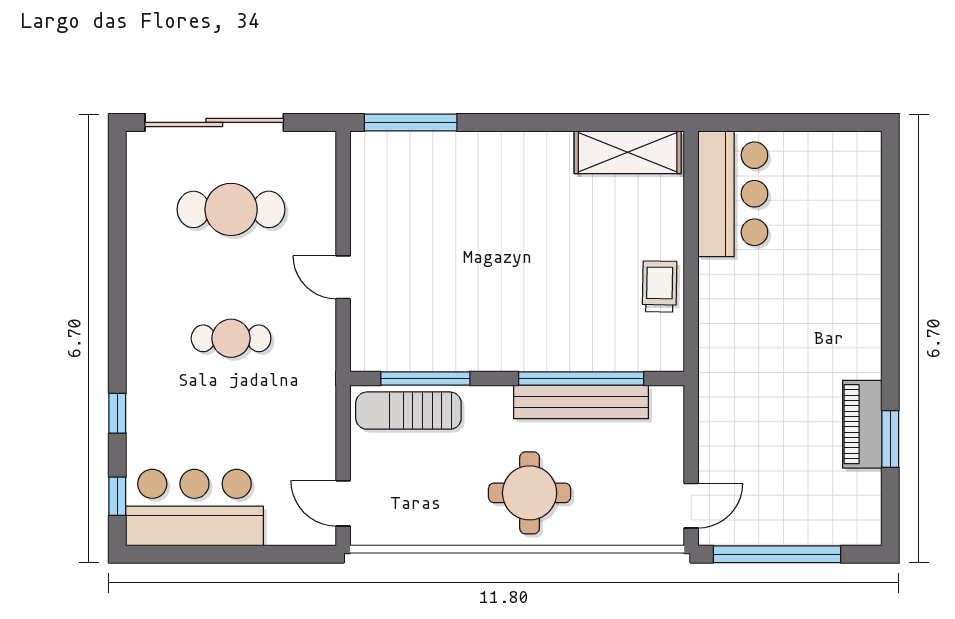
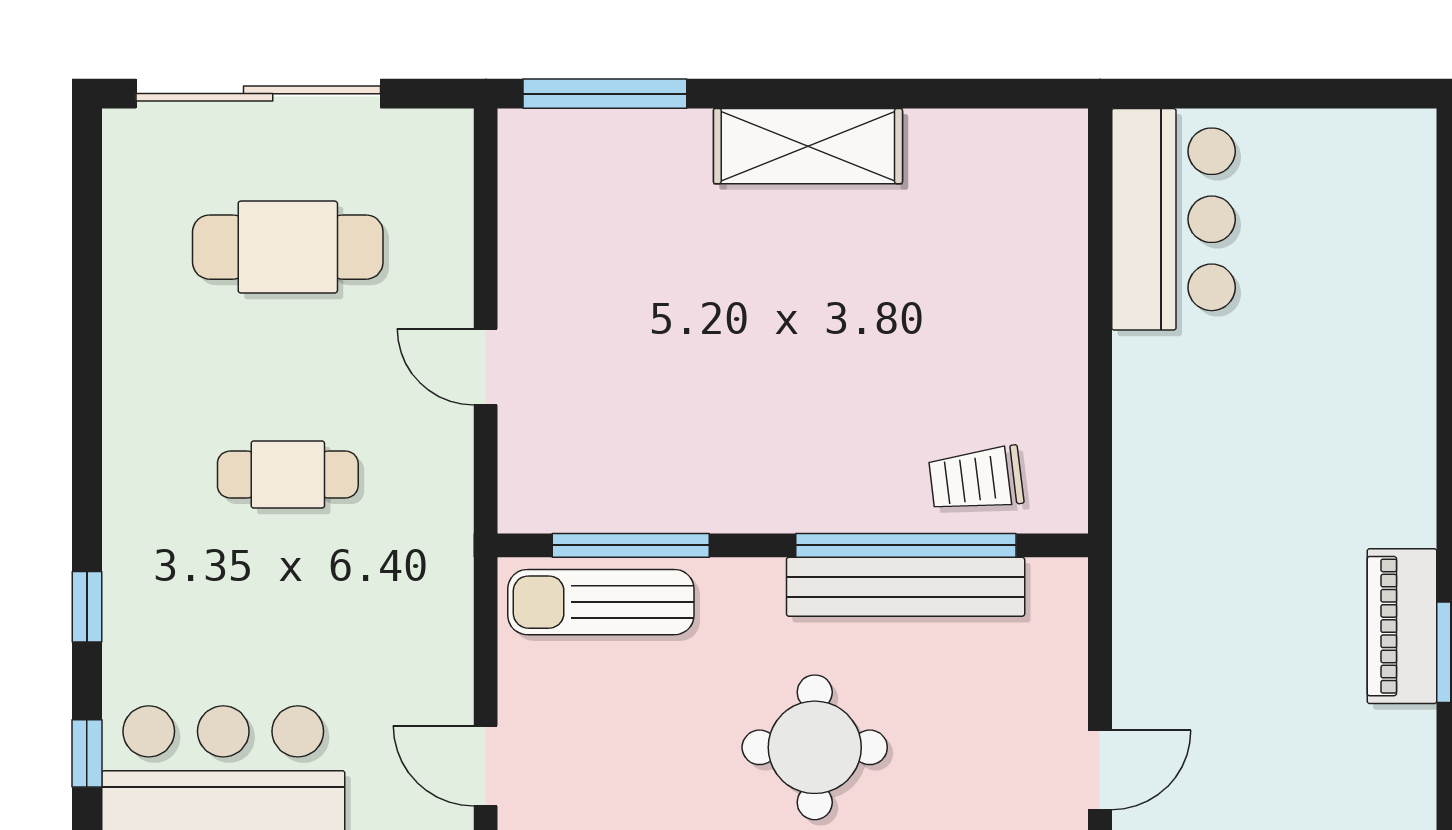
shelving: (628, 152) -> (808, 146), moved
trolley: (660, 287) -> (976, 479), moved, turned -98

